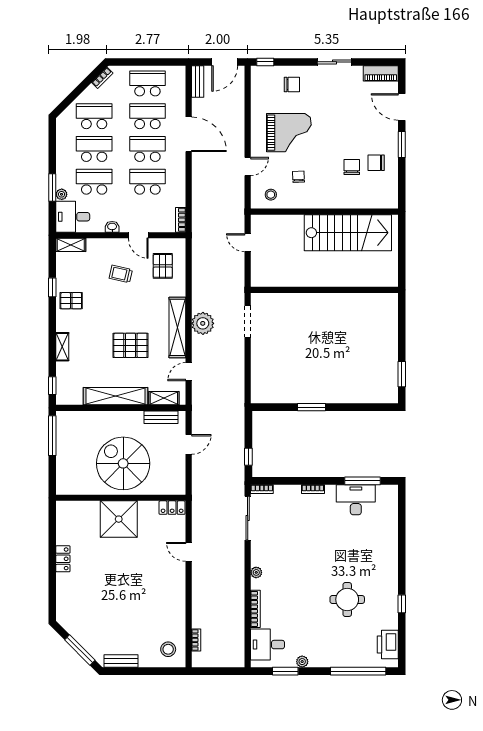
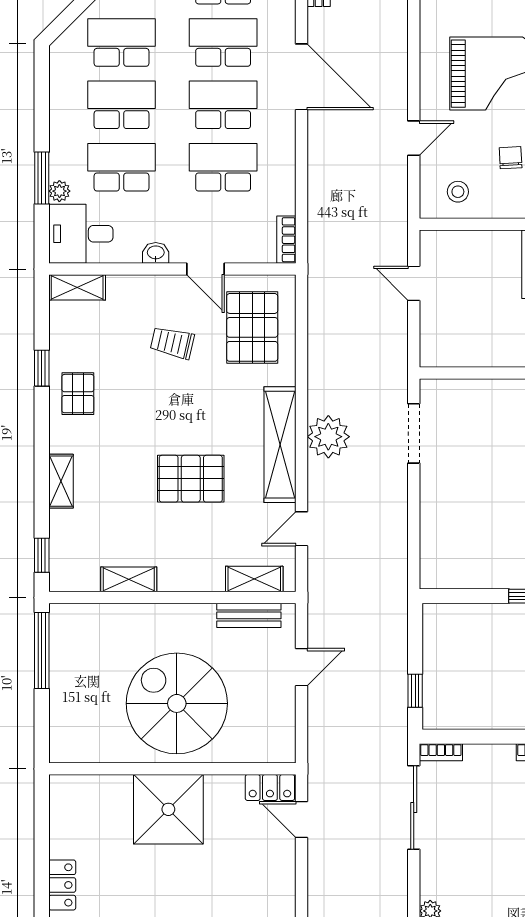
pallet: (163, 266) -> (252, 327), width x1.50, depth x1.42
pallet: (71, 301) -> (78, 394), turned 90
shelving: (115, 396) -> (129, 579), width x0.45, depth x0.75
door: (189, 552) -> (301, 820), moved

